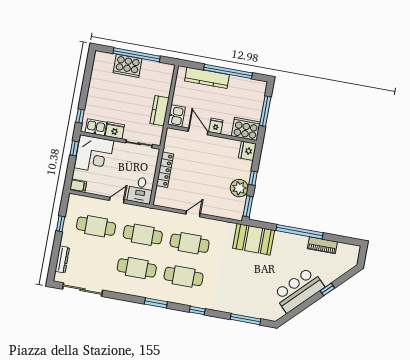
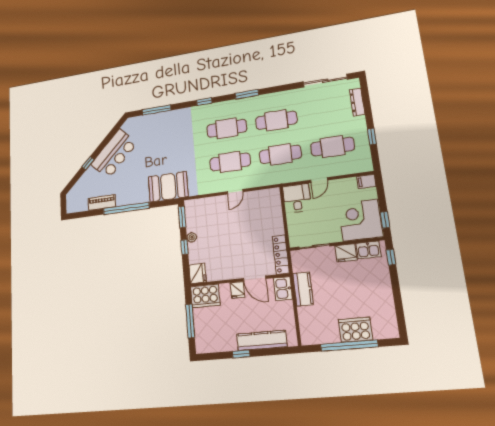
window: (228, 71) -> (241, 354), width x0.32
locker: (165, 170) -> (281, 255), moved
plant: (239, 188) -> (192, 237), width x0.53, depth x0.53

